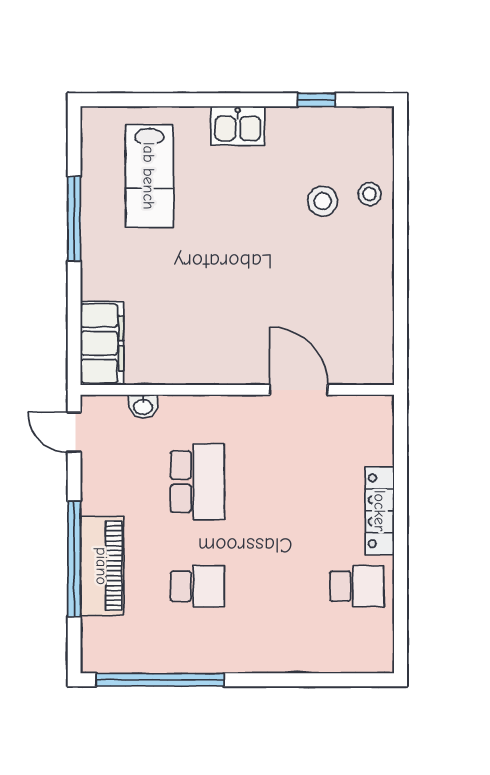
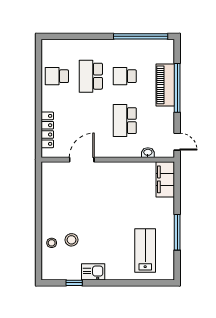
kitchen sink: (238, 126) -> (93, 272), moved
door: (299, 390) -> (82, 160), swing flipped
locker: (380, 511) -> (47, 130), moved
school desk: (277, 586) -> (91, 76), added

